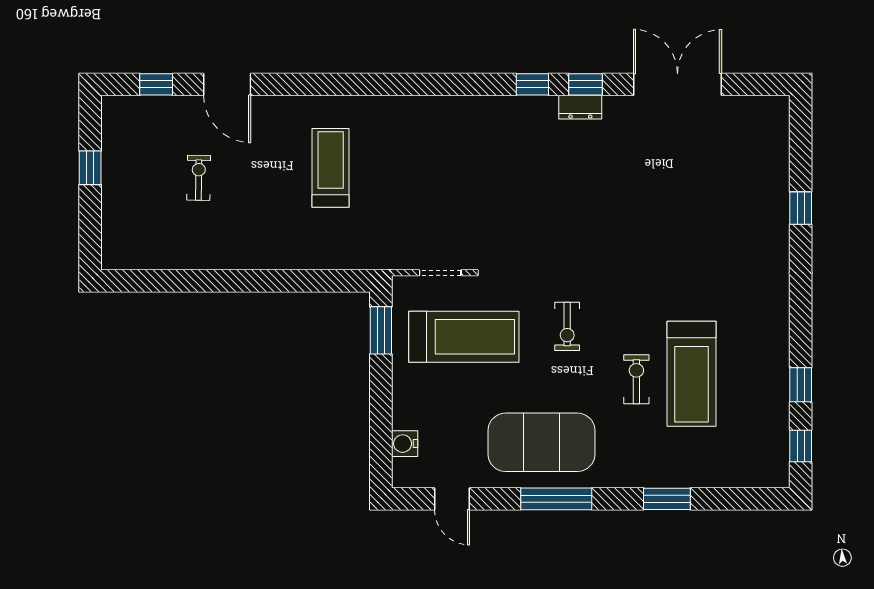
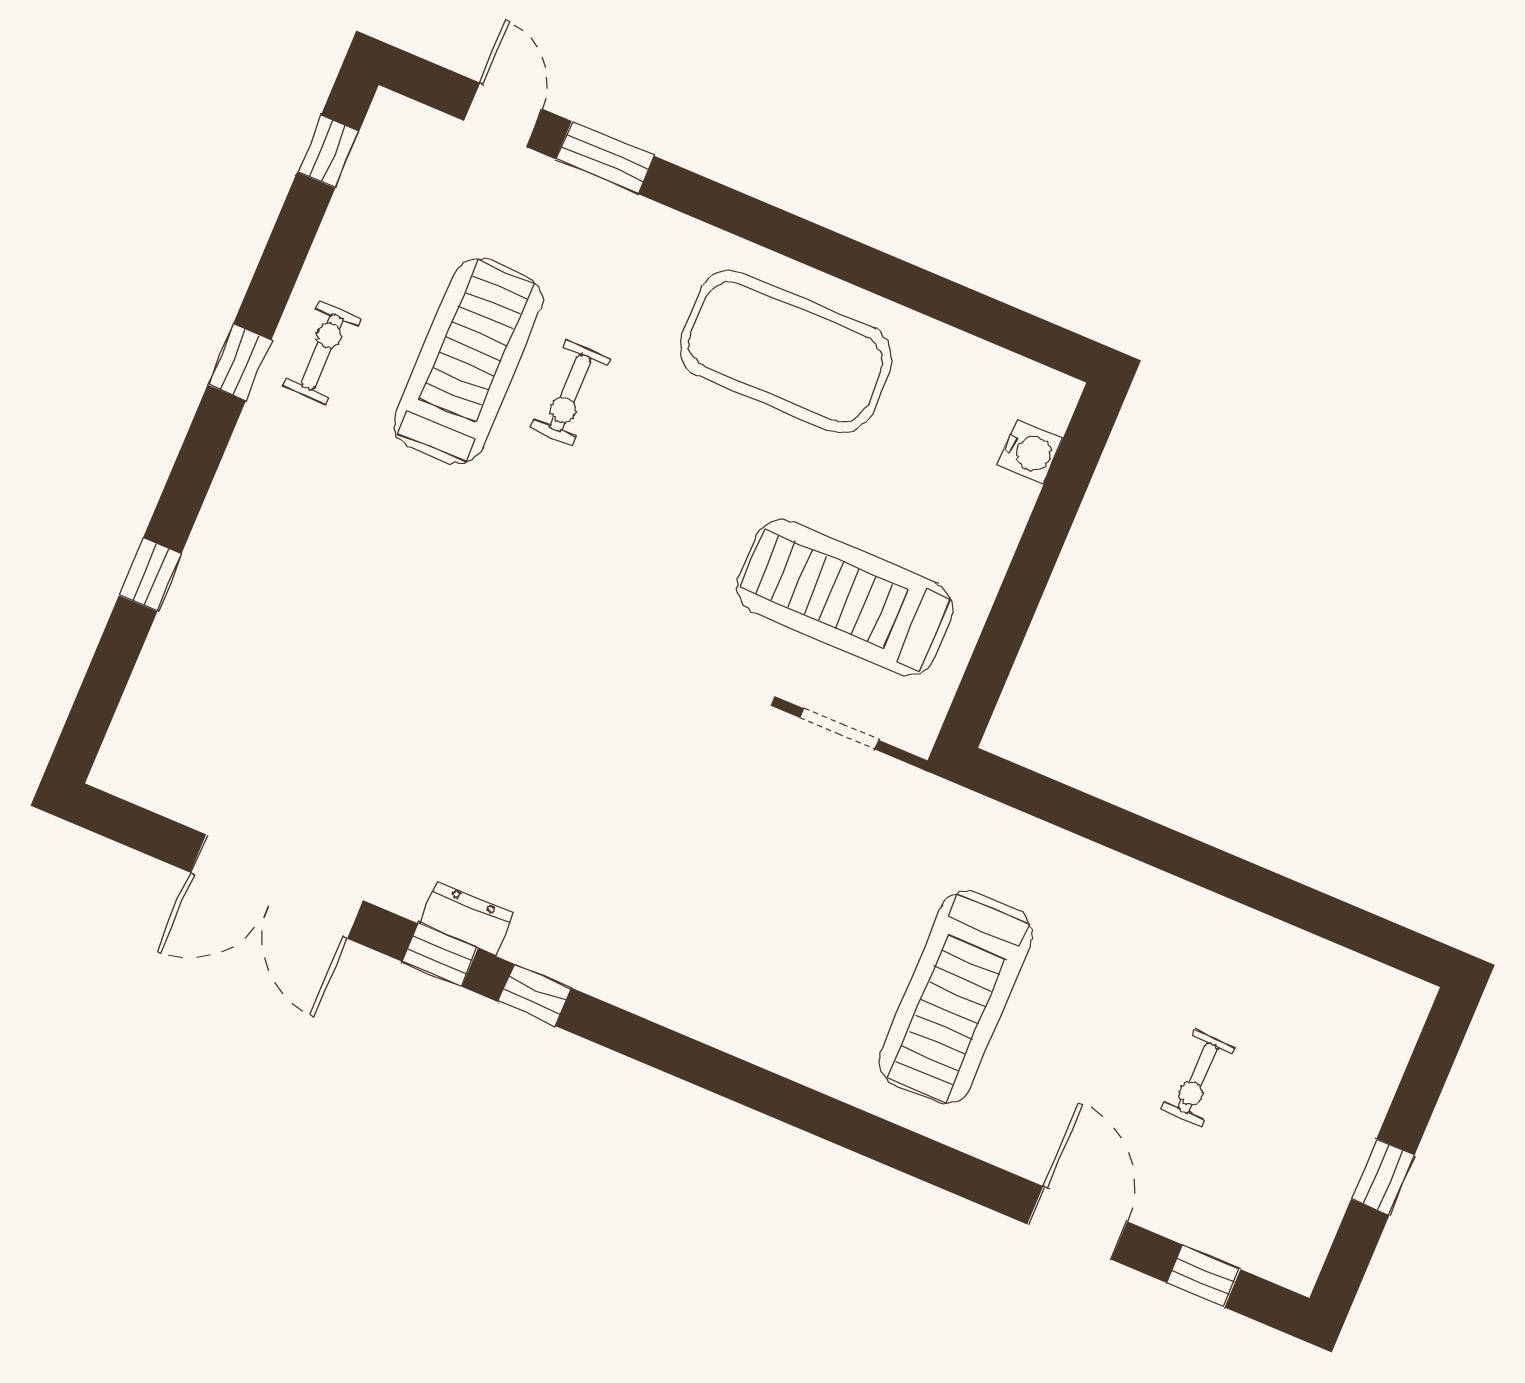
treadmill: (331, 168) -> (956, 997), width x1.37, depth x1.38
exercise bike: (567, 326) -> (322, 352), moved
window: (381, 330) -> (988, 671), removed
window: (801, 385) -> (239, 362), moved
door: (452, 499) -> (503, 115), moved
window: (556, 499) -> (802, 240), removed

